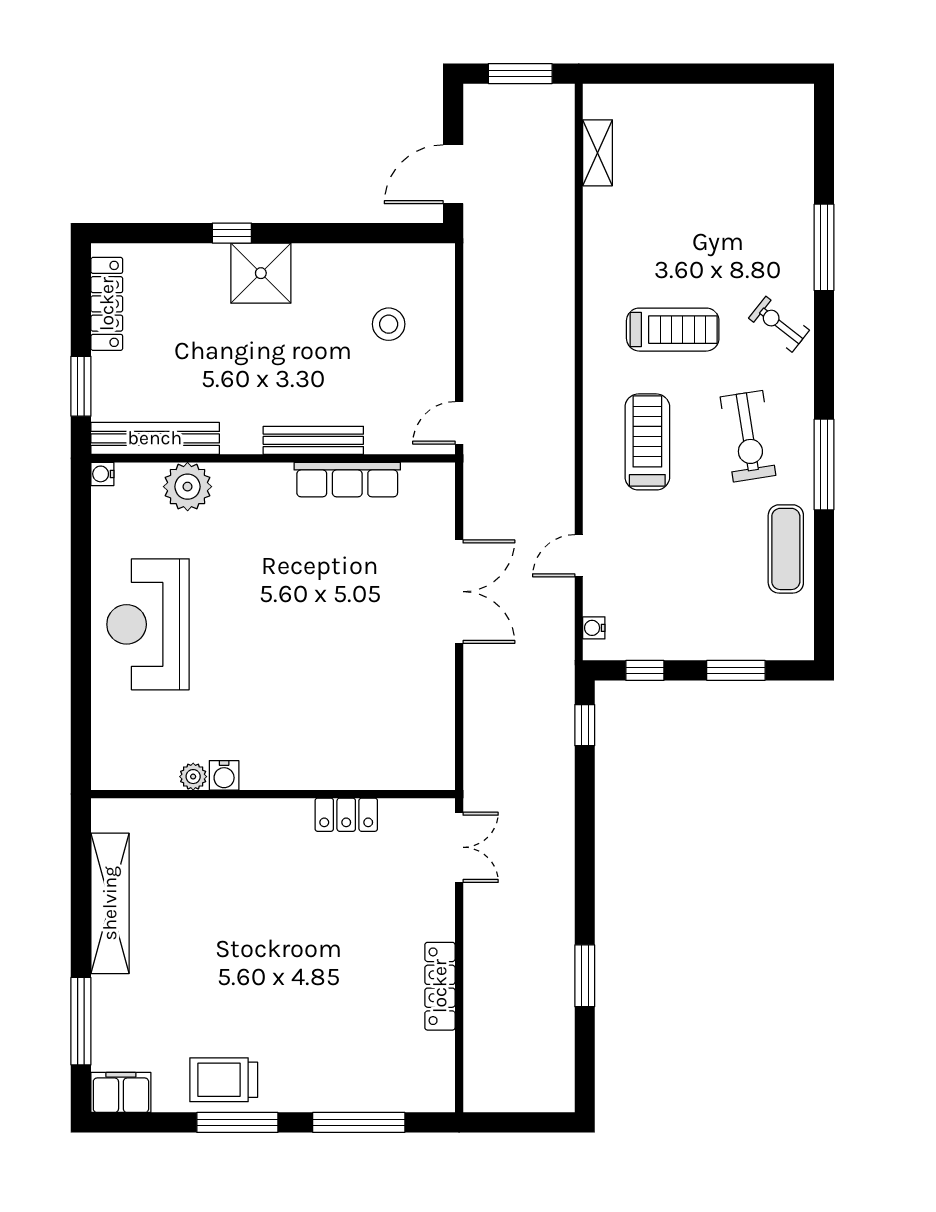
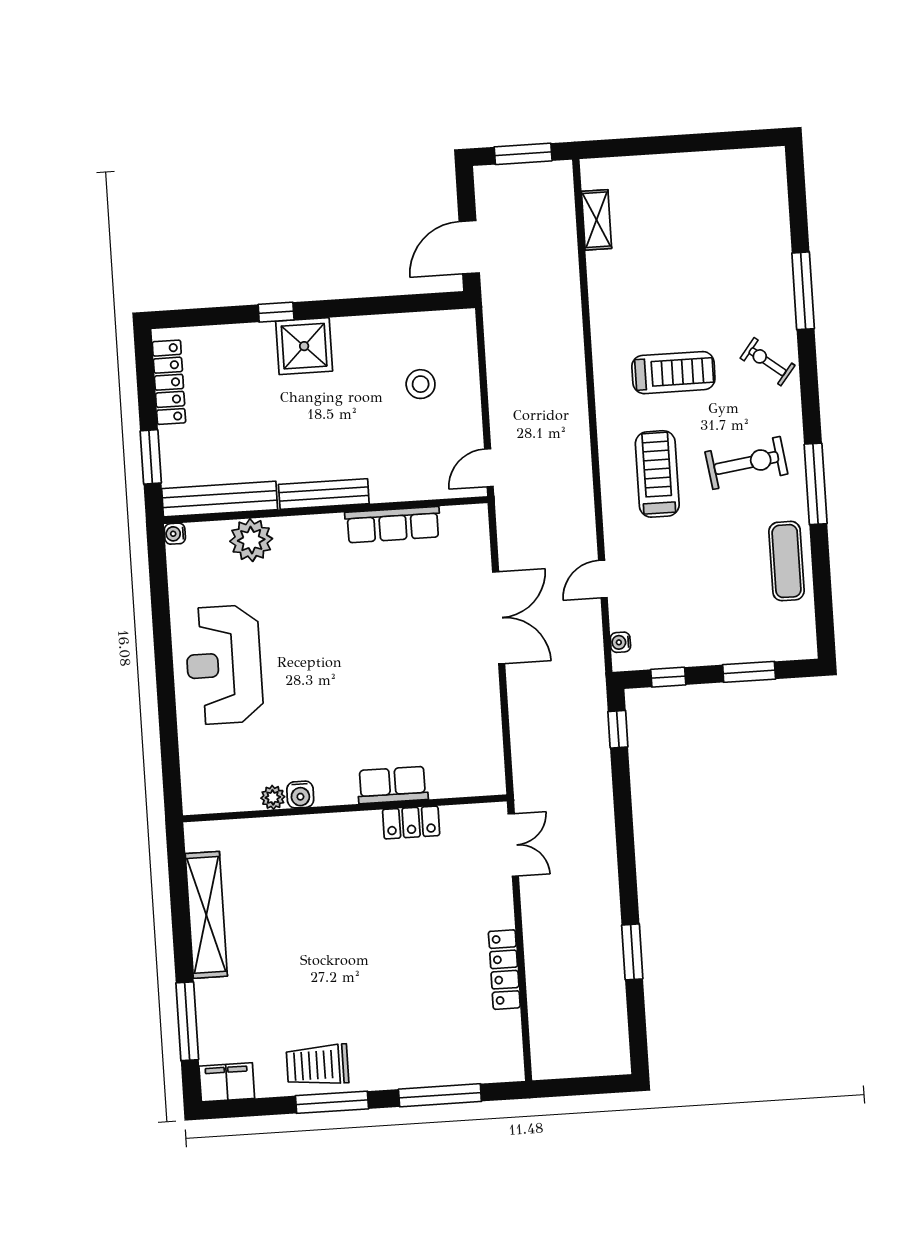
exercise bike: (748, 436) -> (746, 463), turned -89
bench: (313, 440) -> (324, 494), moved
row of seats: (328, 771) -> (392, 785), added

